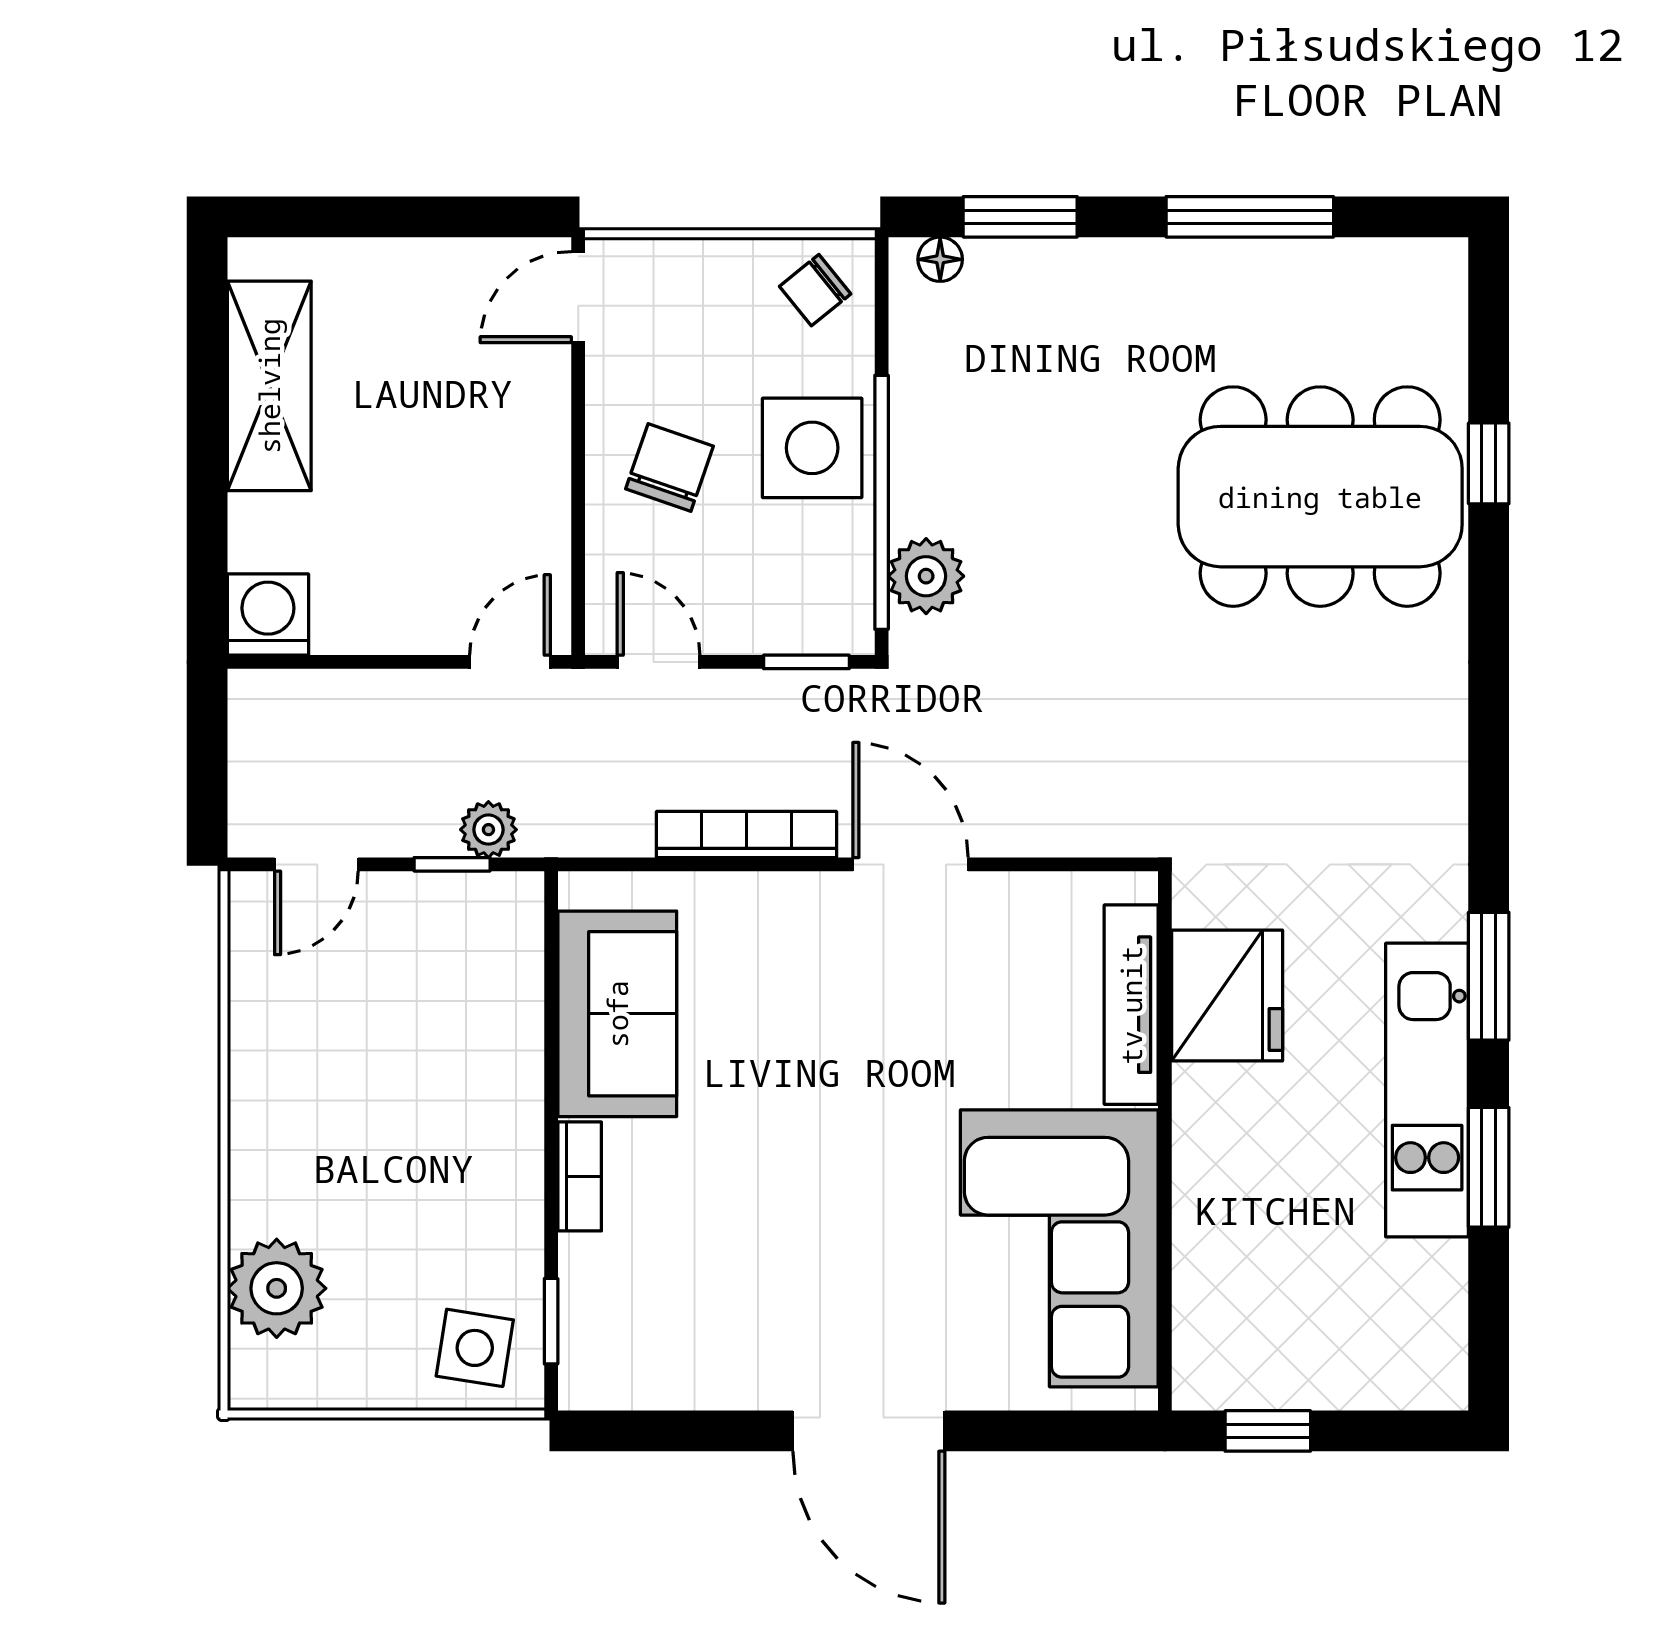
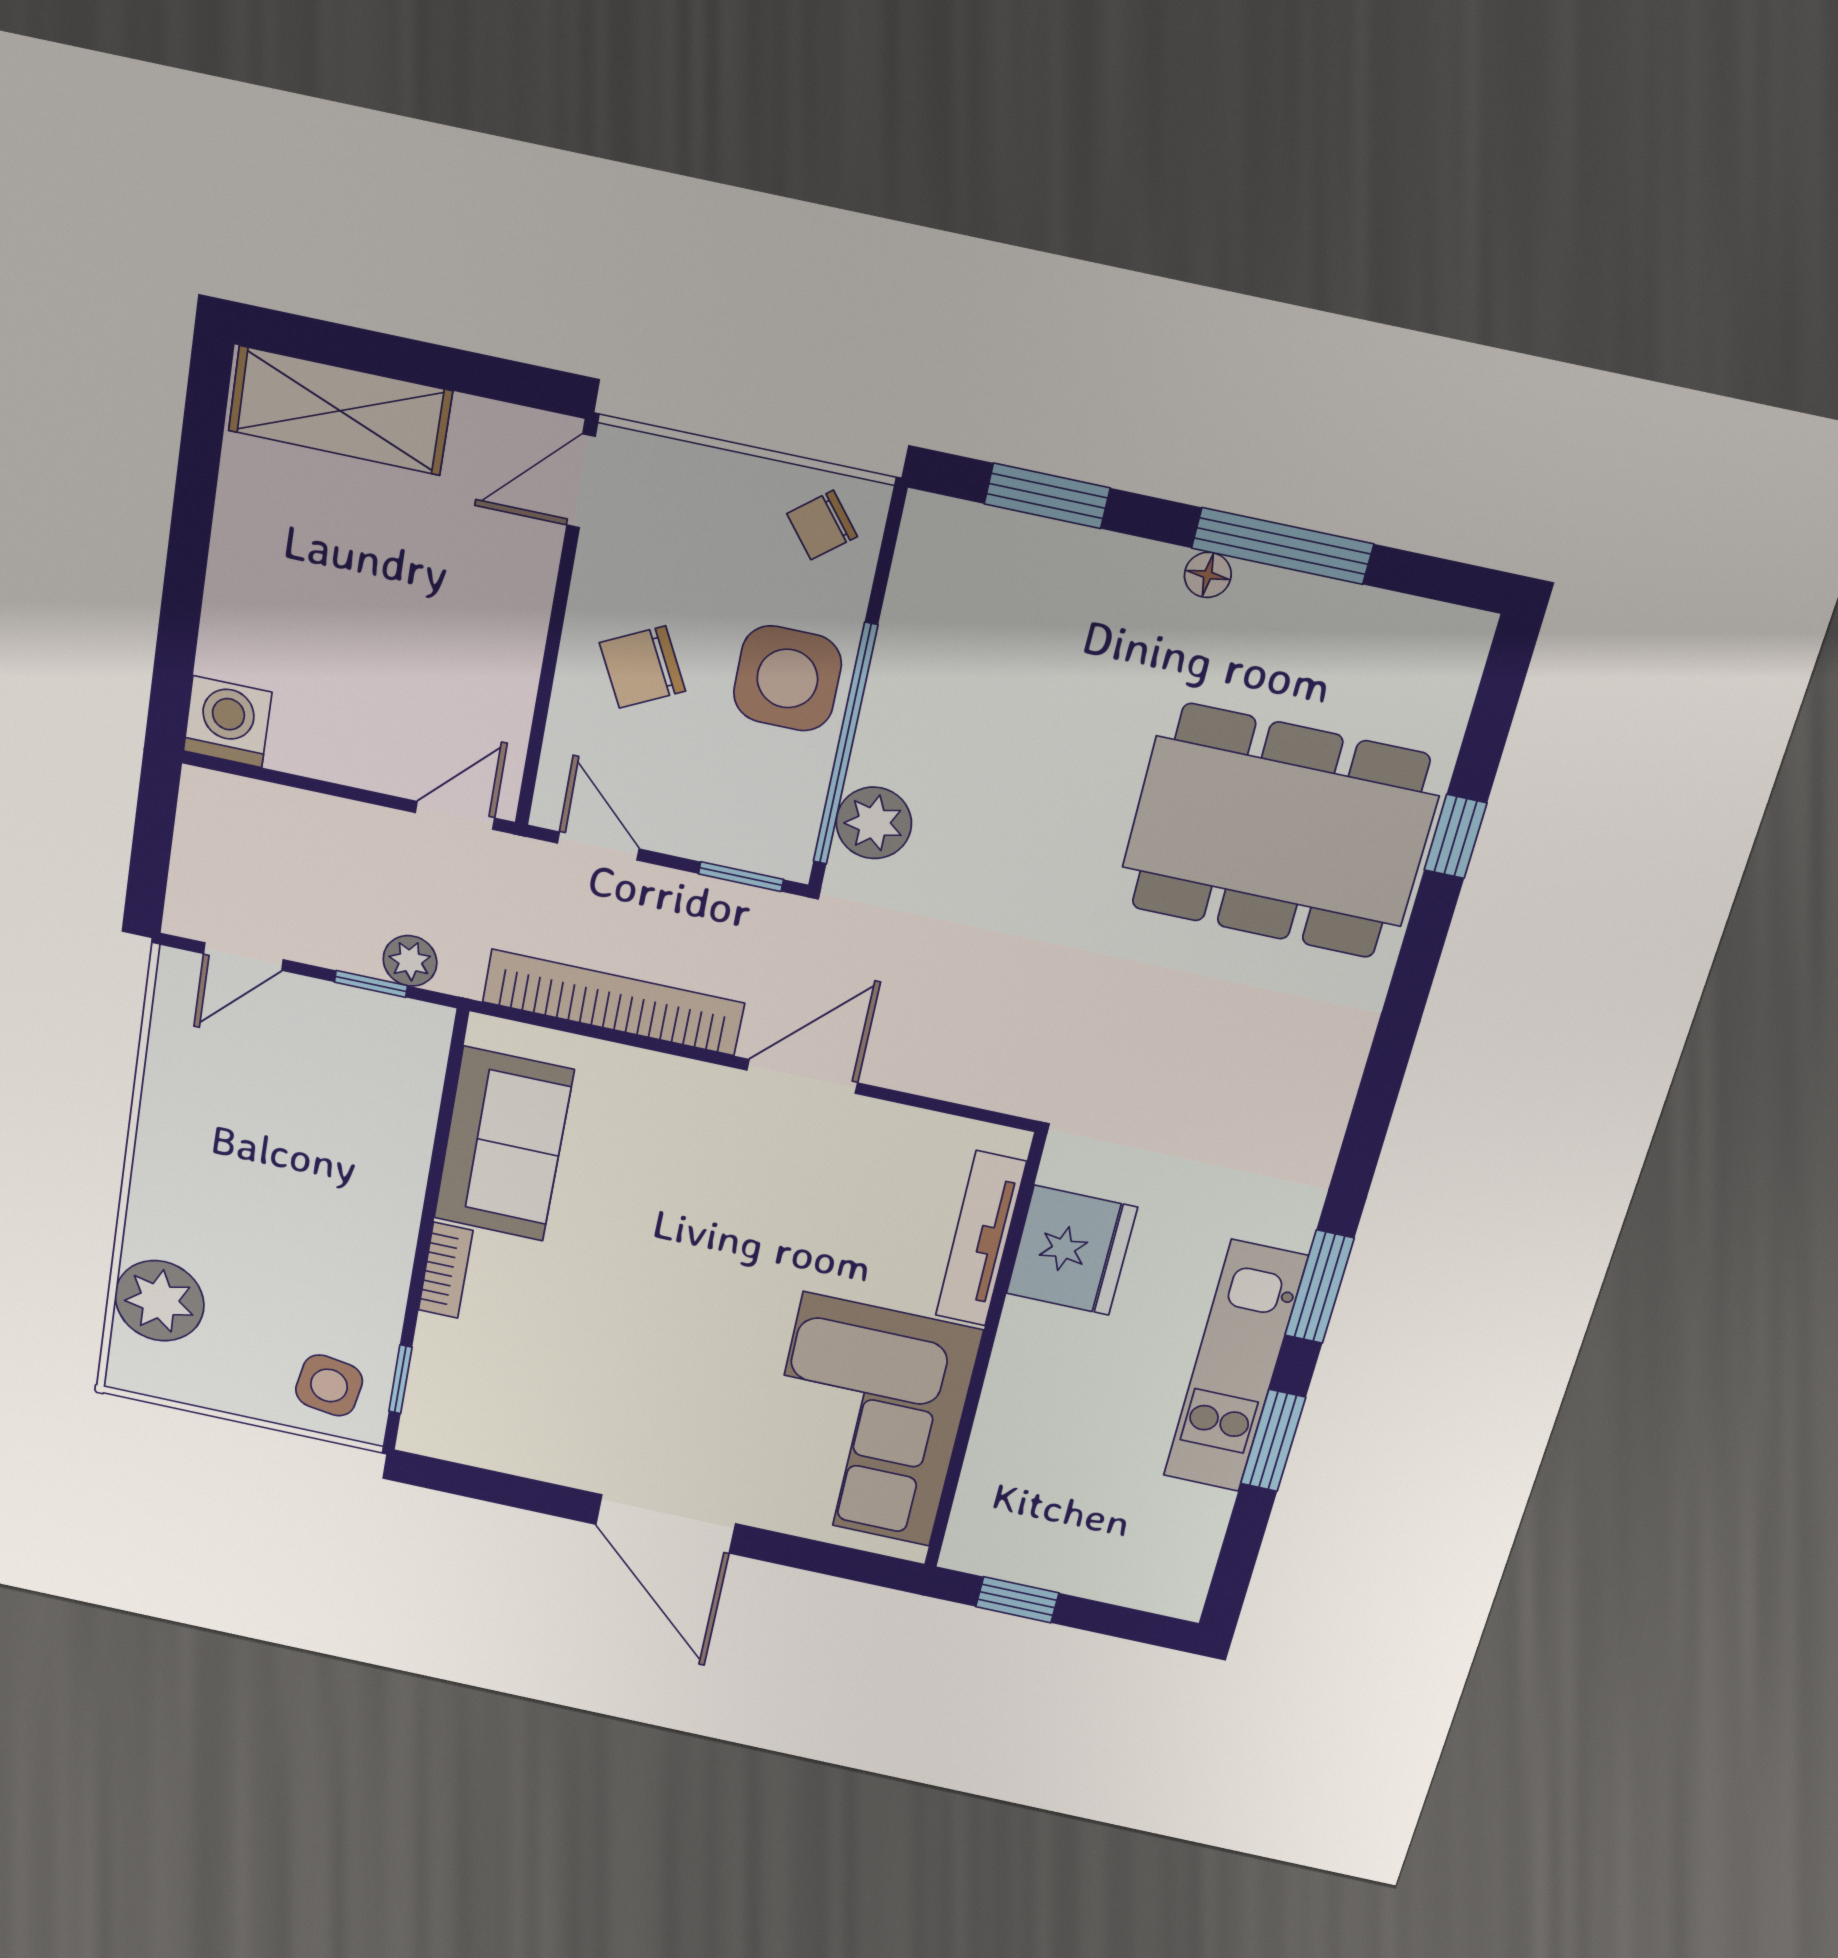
floor lamp: (940, 259) -> (1208, 575), moved
shelving: (269, 386) -> (340, 411), moved, turned 90
chair: (669, 467) -> (642, 667), turned -136
bookcase: (746, 835) -> (613, 1002), width x1.48, depth x1.31
door: (910, 864) -> (802, 1076), hinge flipped

